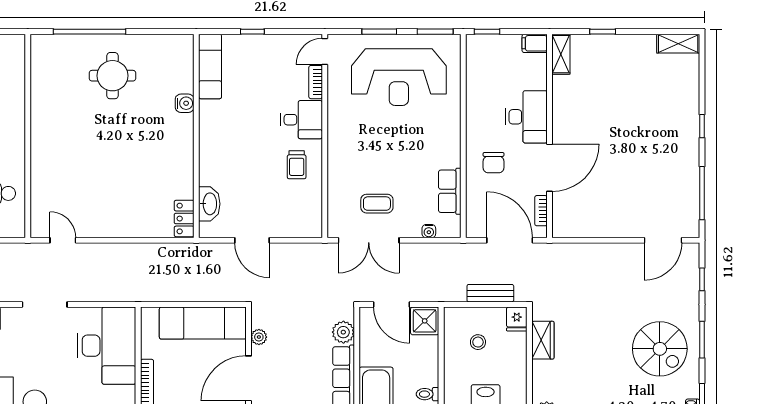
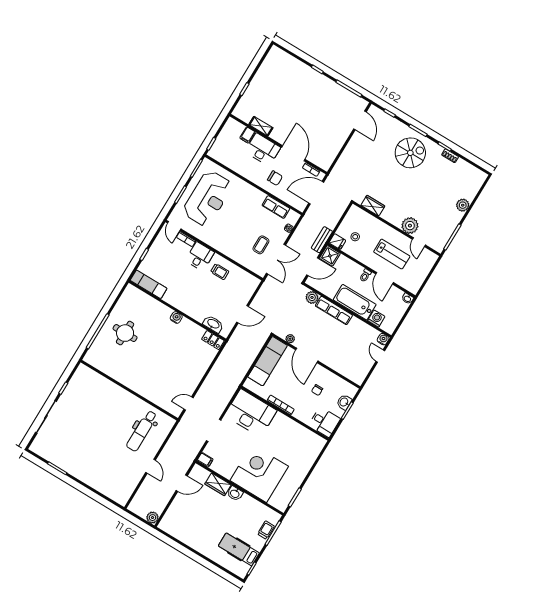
filing cabinet: (535, 43) -> (248, 135), moved
shelving: (678, 44) -> (272, 57), removed
shelving: (561, 54) -> (261, 126), moved
water cooler: (185, 103) -> (176, 318), moved
bench: (490, 293) -> (322, 240), moved
fridge: (517, 319) -> (337, 242), moved

